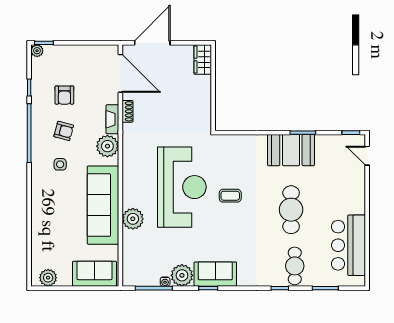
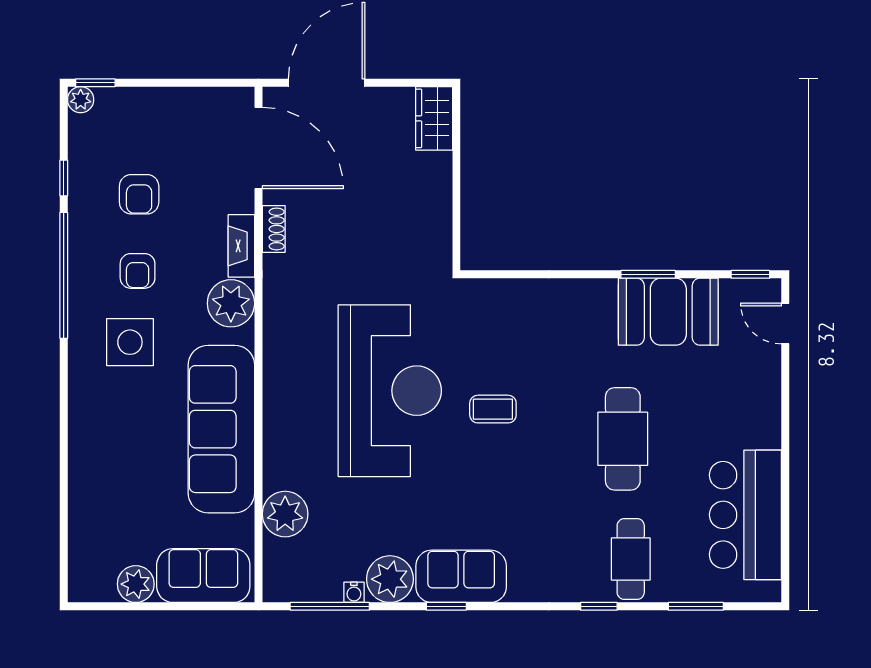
armchair: (64, 131) -> (138, 271), turned 75
booth: (291, 150) -> (668, 312), moved
side table: (60, 164) -> (130, 342), width x1.87, depth x1.87
plant: (133, 219) -> (285, 514), moved
plant: (48, 278) -> (136, 584), moved

